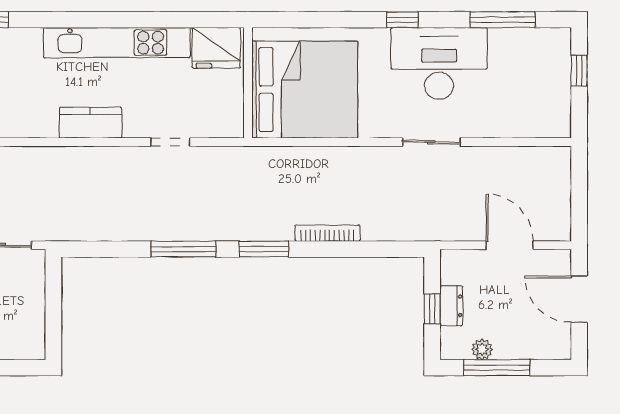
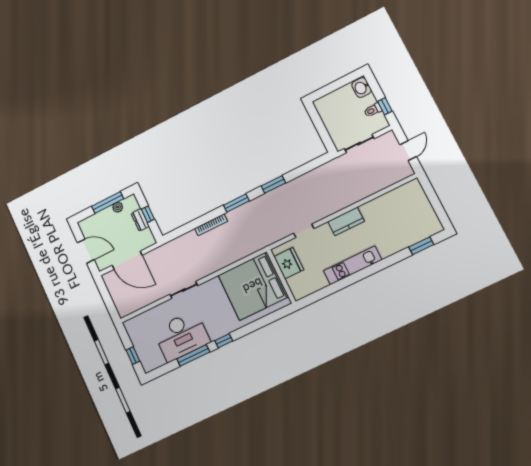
window: (503, 20) -> (193, 355), moved
kitchen unit: (117, 43) -> (353, 265), width x0.73
fridge: (216, 48) -> (289, 263), moved, turned 90
desk: (439, 64) -> (182, 336), moved
door: (510, 245) -> (127, 260), width x1.36
window: (183, 249) -> (273, 184), width x0.69

